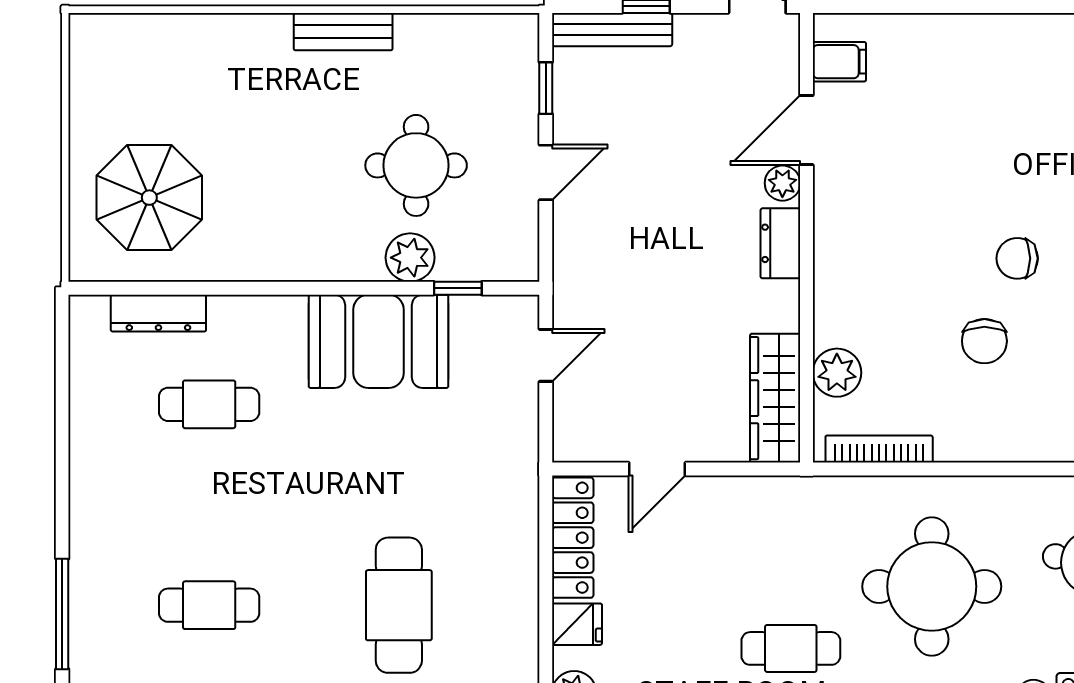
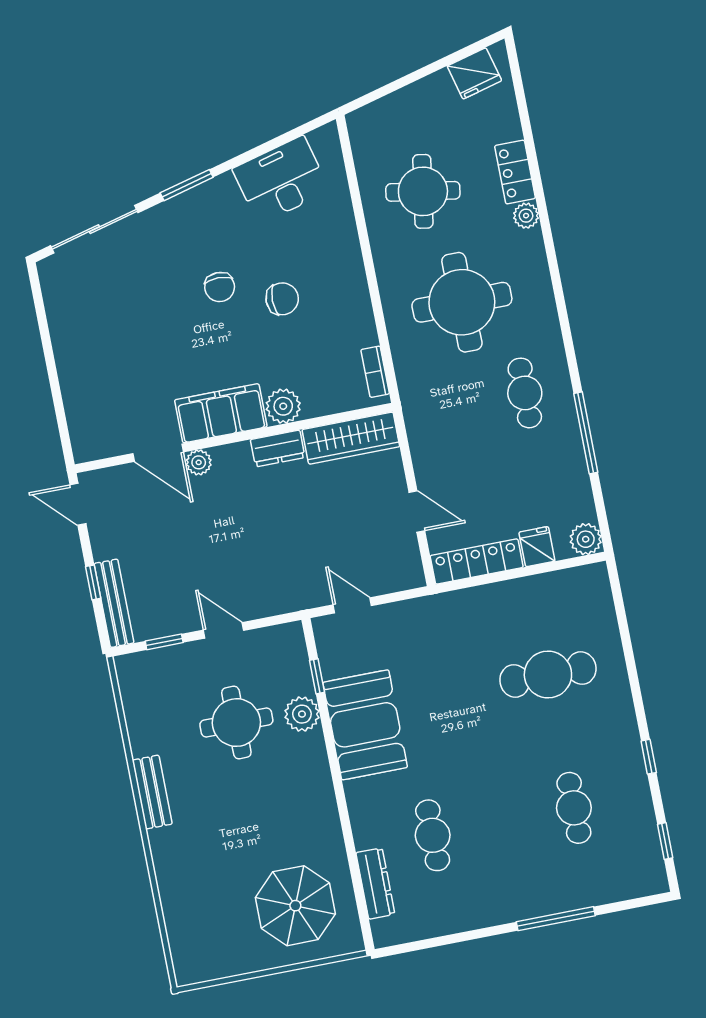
filing cabinet: (839, 62) -> (221, 413), moved, width x3.00, depth x1.17
dresser: (780, 243) -> (278, 449), moved
plant: (837, 373) -> (283, 406), moved
bookcase: (879, 449) -> (375, 372), width x0.64
window: (62, 614) -> (556, 919), moved

